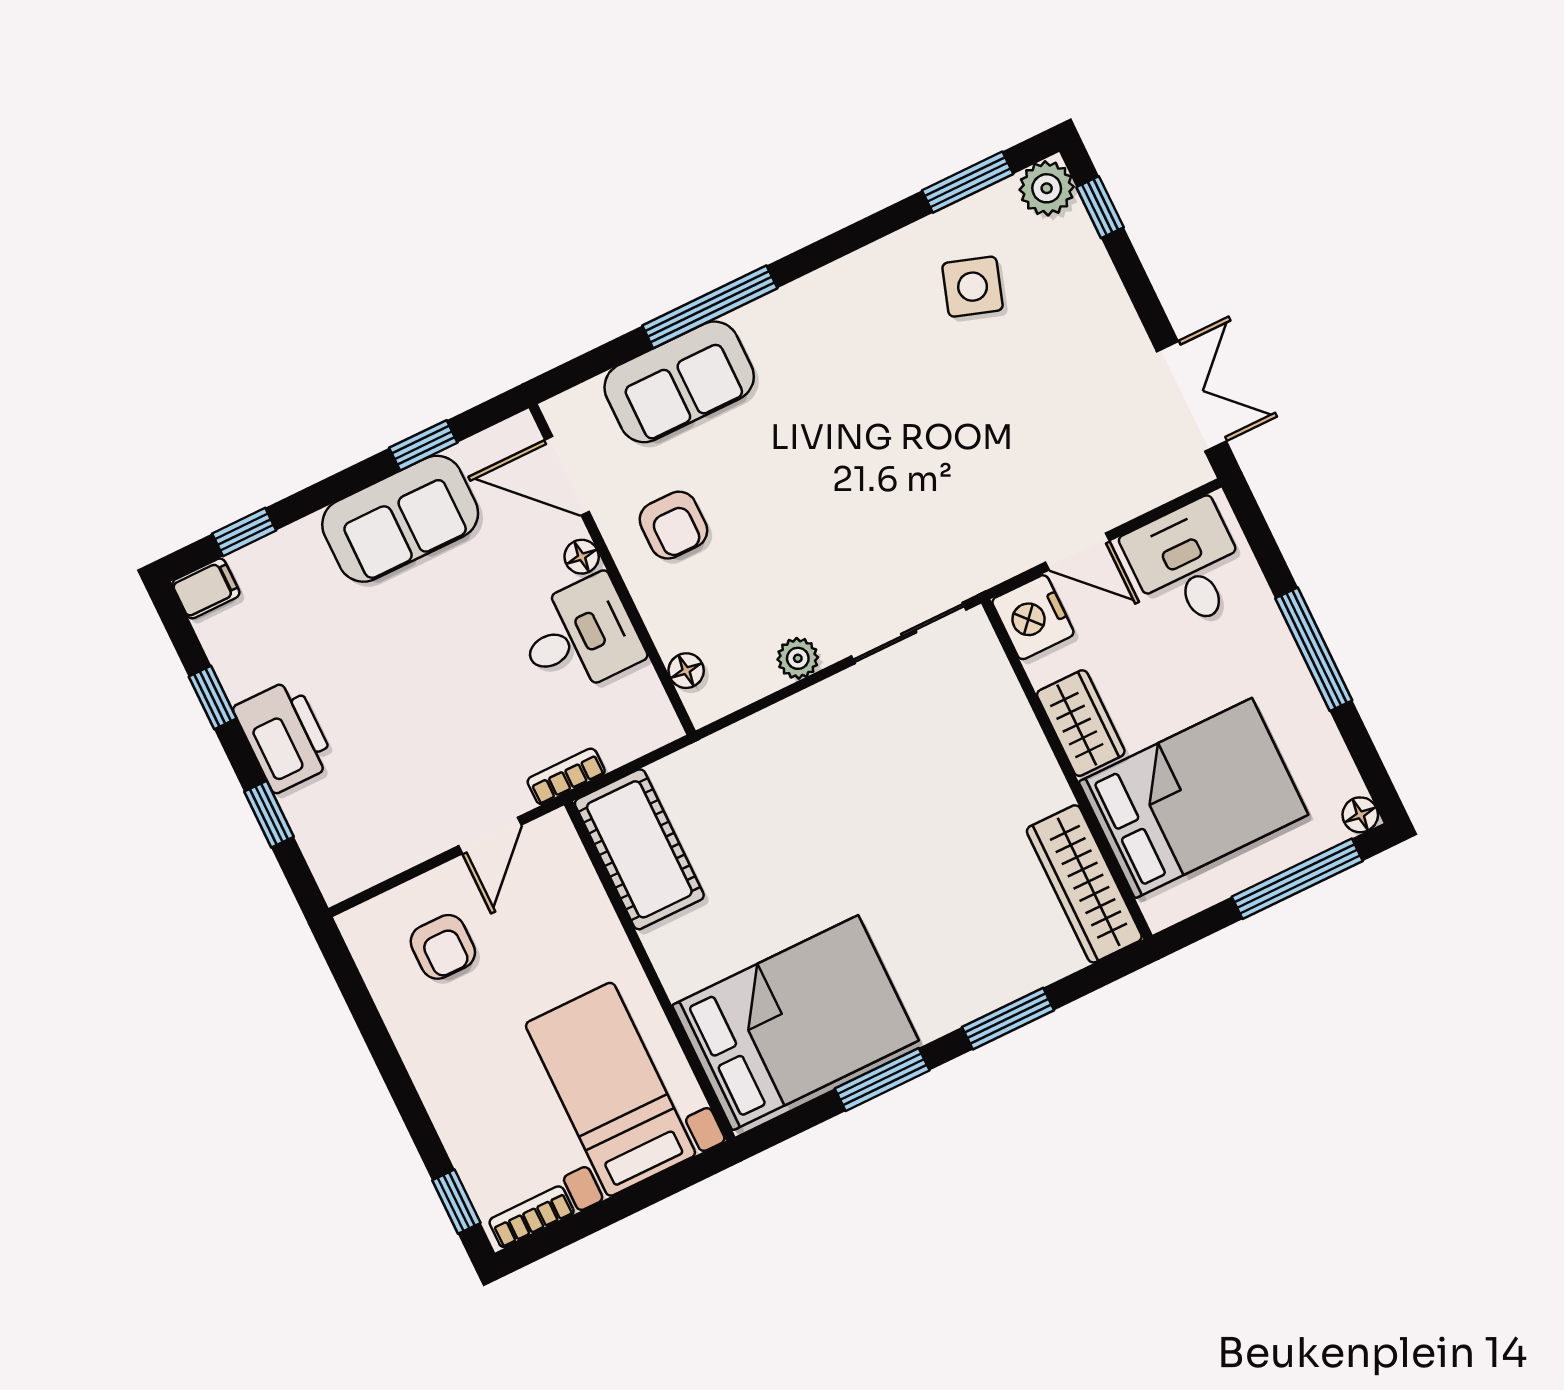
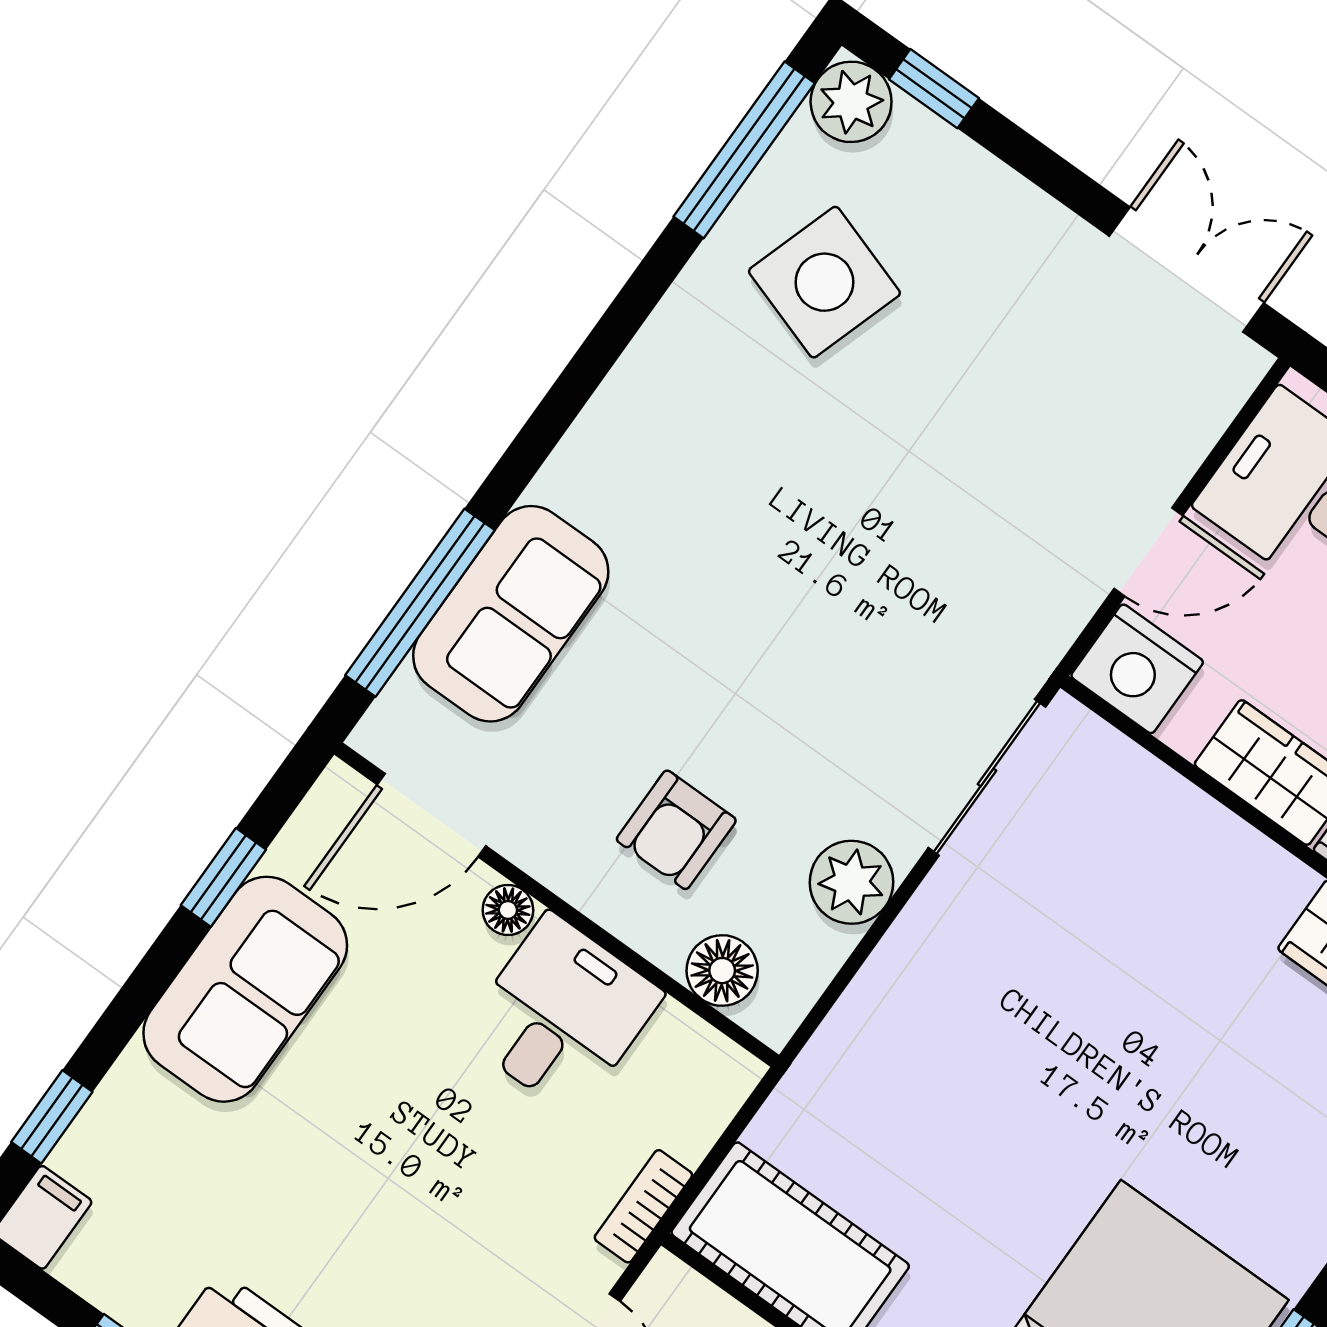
window: (968, 182) -> (744, 150), width x1.44
side table: (973, 287) -> (824, 282), width x1.37, depth x1.37
window: (710, 307) -> (420, 603), moved
armchair: (673, 525) -> (676, 830), moved, turned 90
plant: (798, 658) -> (851, 882), width x1.38, depth x1.38
floor lamp: (686, 671) -> (722, 971), width x1.37, depth x1.37

